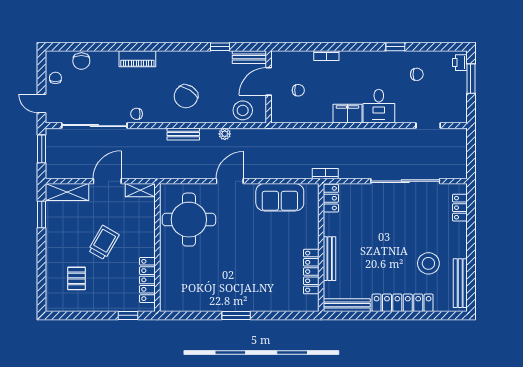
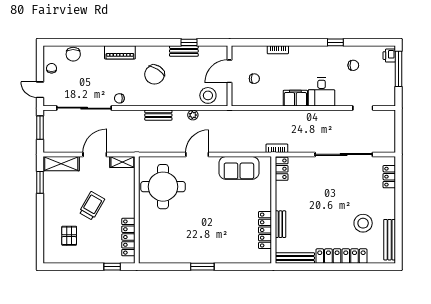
bench: (249, 57) -> (184, 51), moved
window: (471, 79) -> (399, 69), width x1.44
chair: (186, 96) -> (154, 75), moved
bench: (330, 259) -> (280, 224), width x0.73

